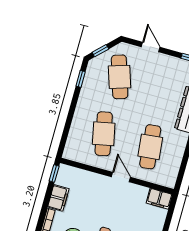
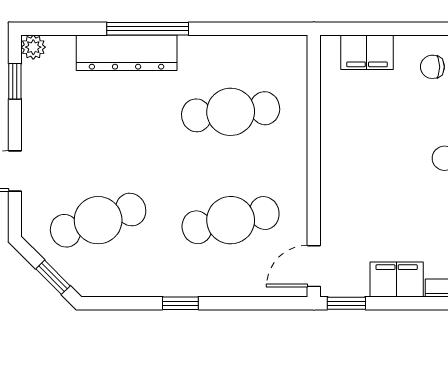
window: (81, 79) -> (180, 303), moved
door: (121, 177) -> (314, 266), moved
filing cabinet: (159, 199) -> (367, 52), moved, turned 90

